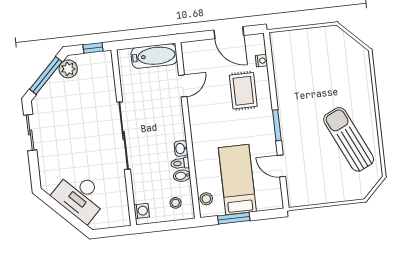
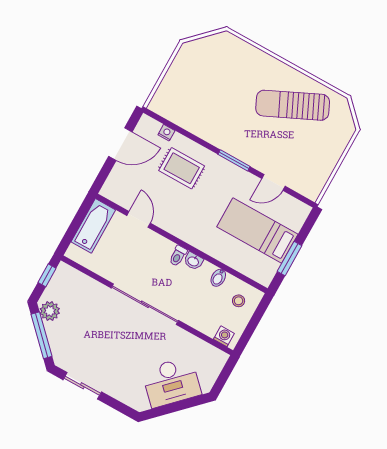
toilet: (180, 163) -> (178, 256), moved
stool: (206, 199) -> (254, 271), removed

